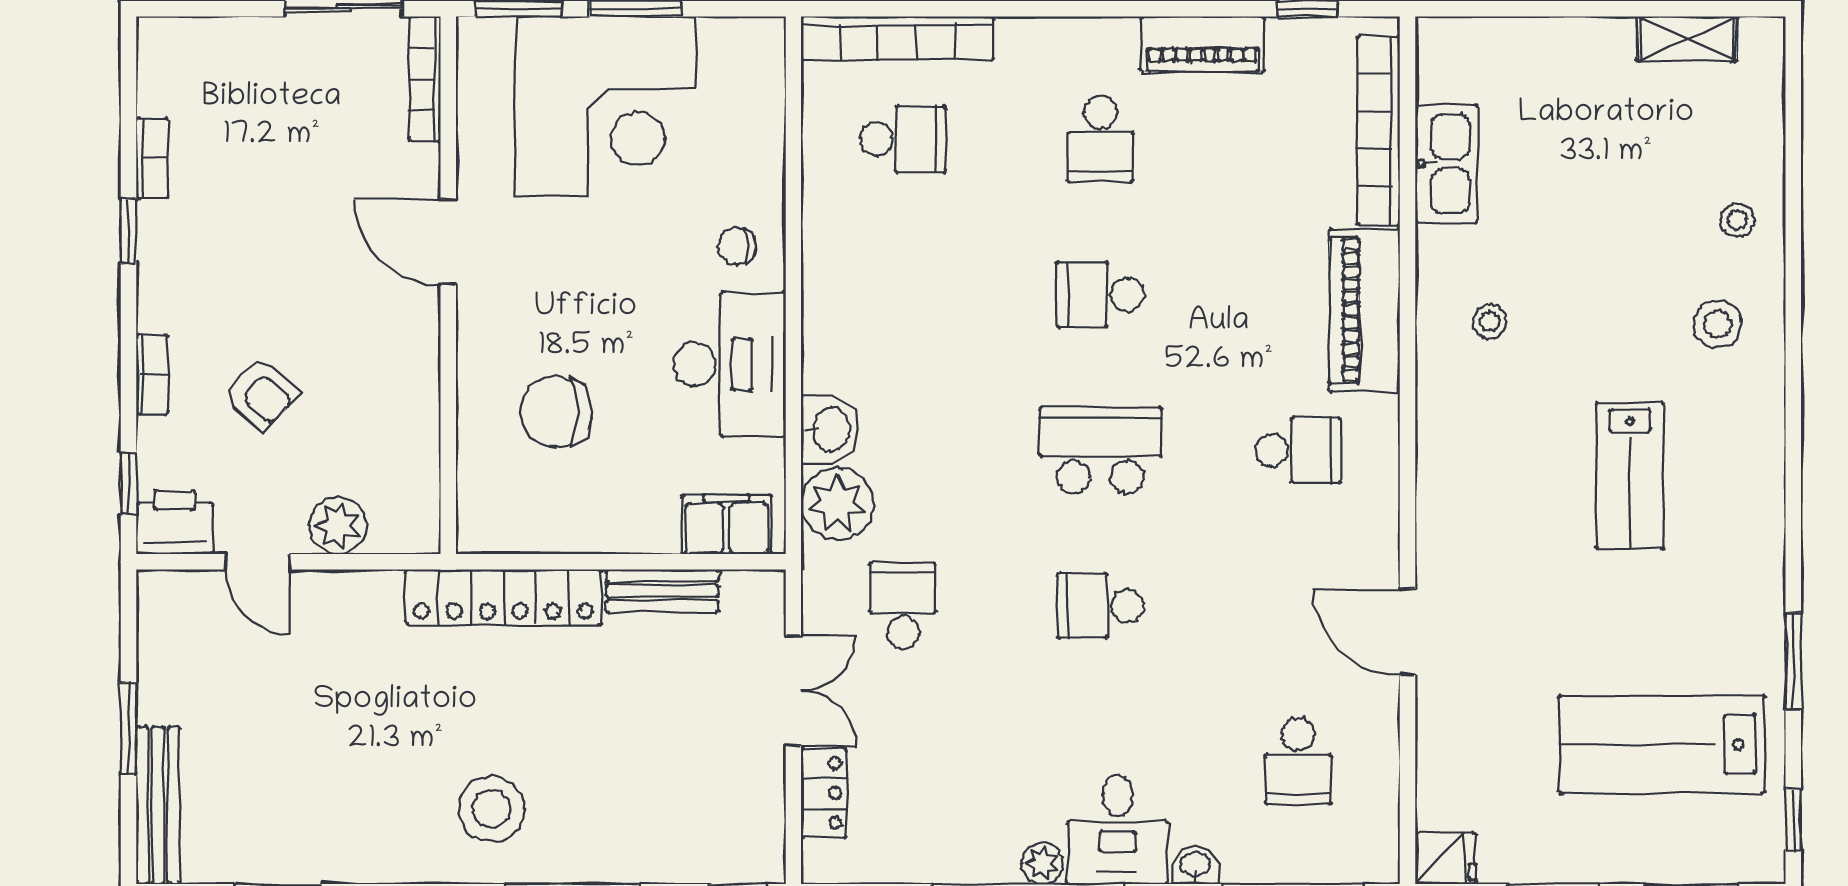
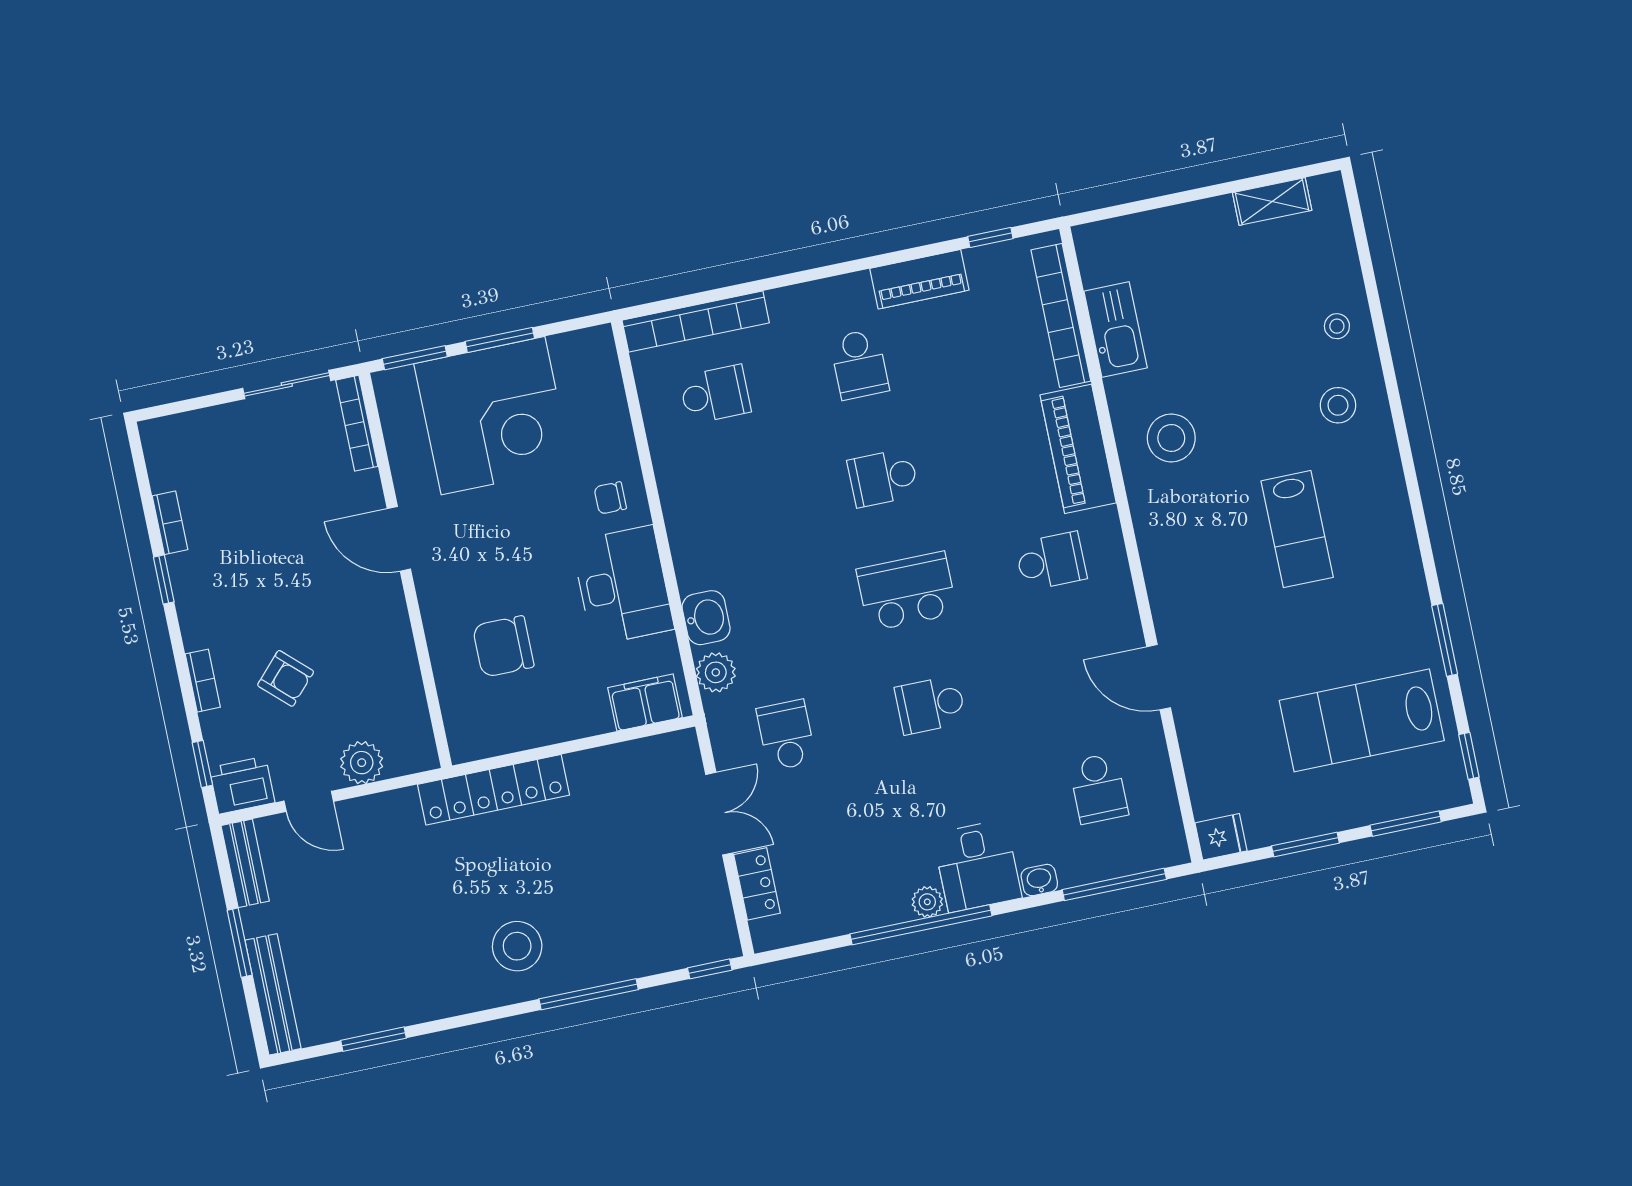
stool: (1490, 321) -> (1171, 438), width x1.89, depth x1.89
plant: (837, 504) -> (716, 672), width x0.73, depth x0.73
bench: (662, 591) -> (245, 863), moved, turned 90

